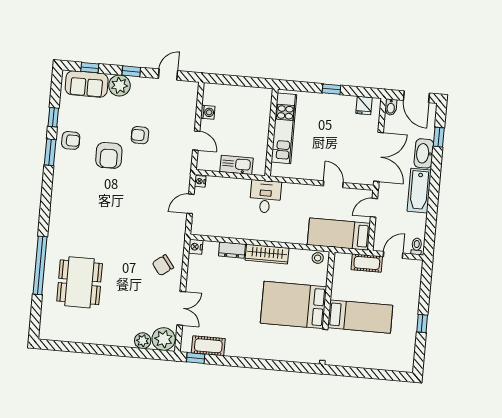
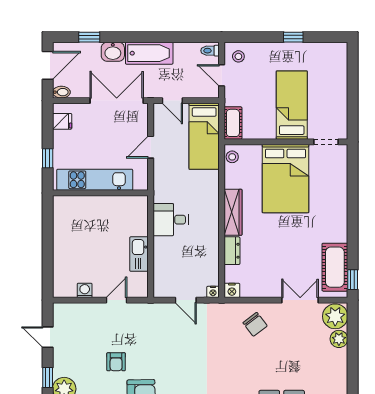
kitchen unit: (284, 128) -> (95, 180), moved
wall: (271, 132) -> (100, 193), moved
washbasin: (424, 153) -> (113, 52), width x0.72
nightstand: (200, 181) -> (213, 292), moved
cot: (367, 263) -> (233, 123), moved
stool: (409, 272) -> (238, 56), added
doorway: (324, 345) -> (326, 142), width x0.73
cot: (208, 346) -> (335, 267), width x1.37, depth x1.34

